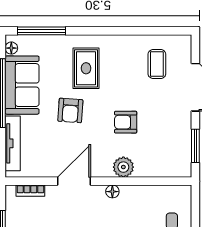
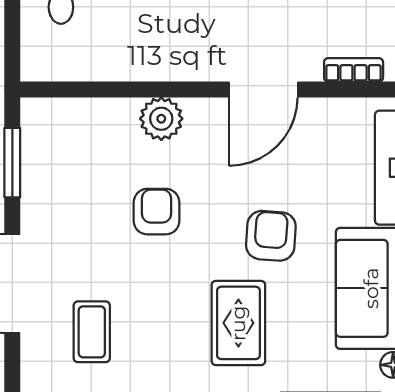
armchair: (126, 122) -> (156, 212), turned -90
floor lamp: (112, 192) -> (184, 68), removed

